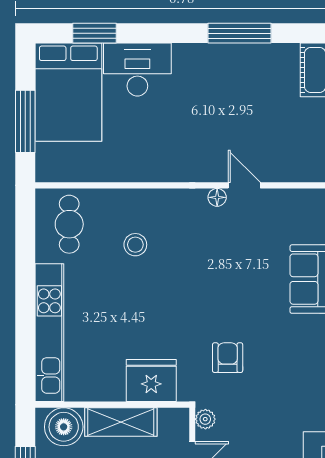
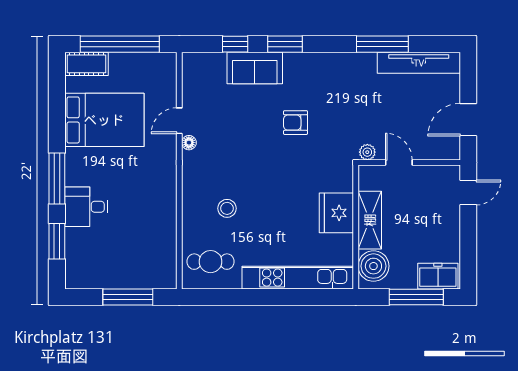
window: (240, 33) -> (57, 178), moved
desk: (137, 70) -> (86, 207), width x0.73
bed: (68, 92) -> (104, 120), moved
armchair: (228, 358) -> (296, 123), moved
fridge: (151, 381) -> (336, 213), moved

